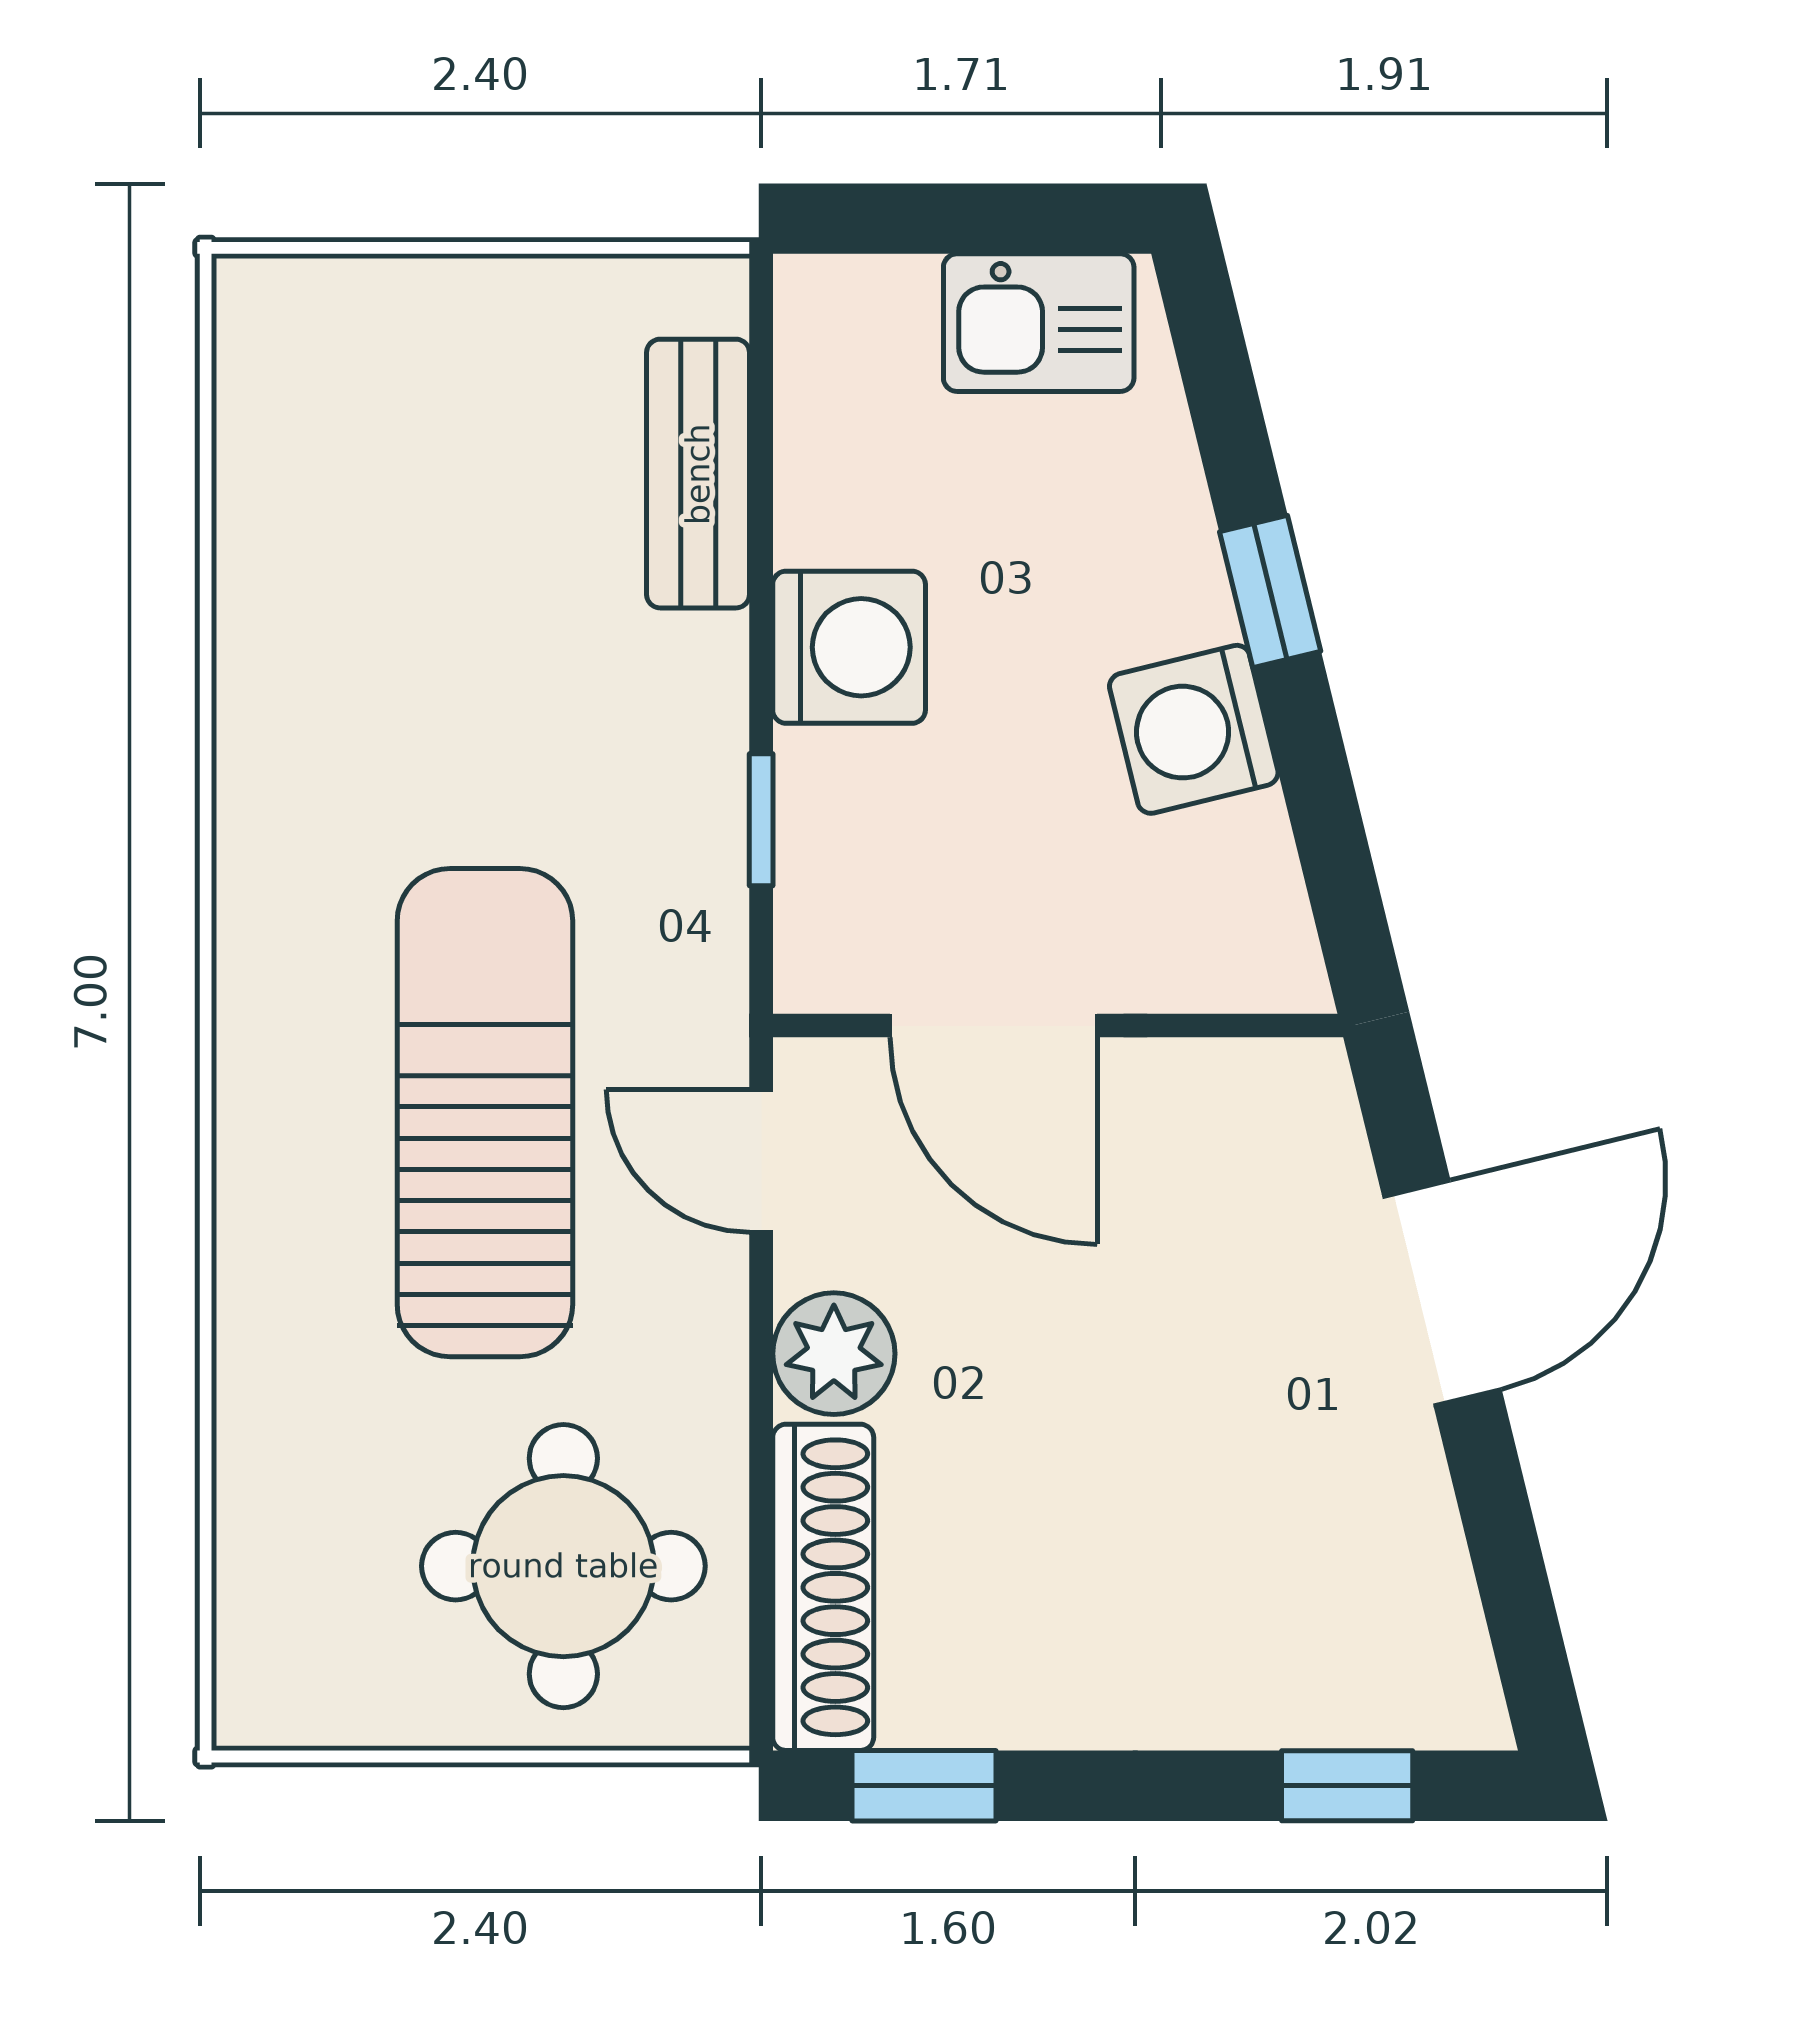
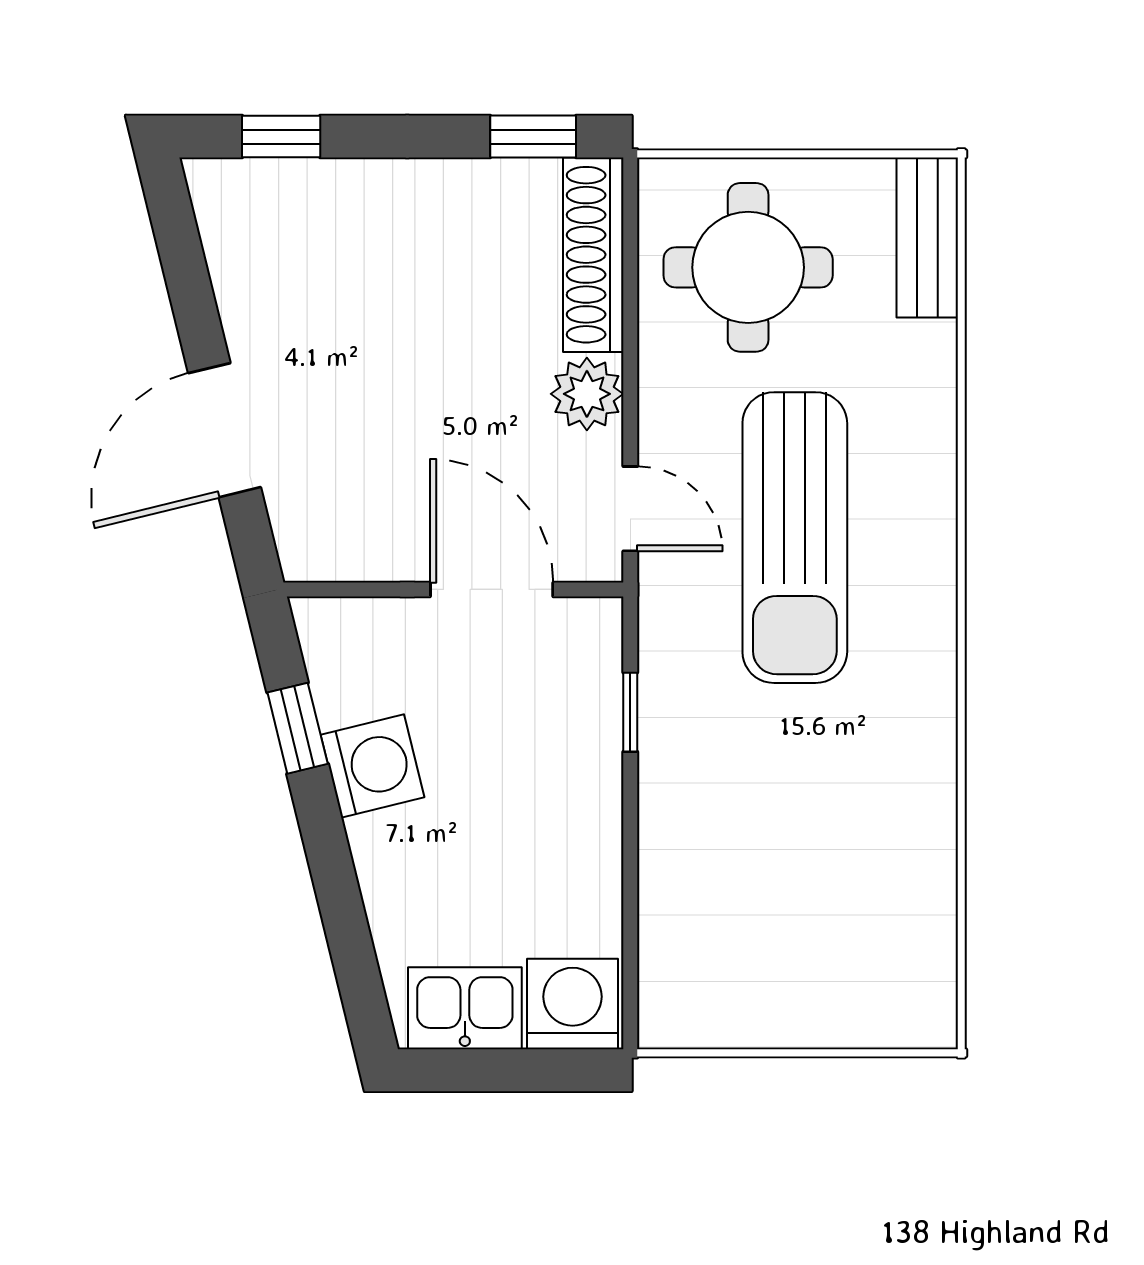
bench: (698, 474) -> (927, 238), moved
window: (1270, 591) -> (298, 728), moved
washing machine: (849, 647) -> (573, 1004), moved, turned 90

